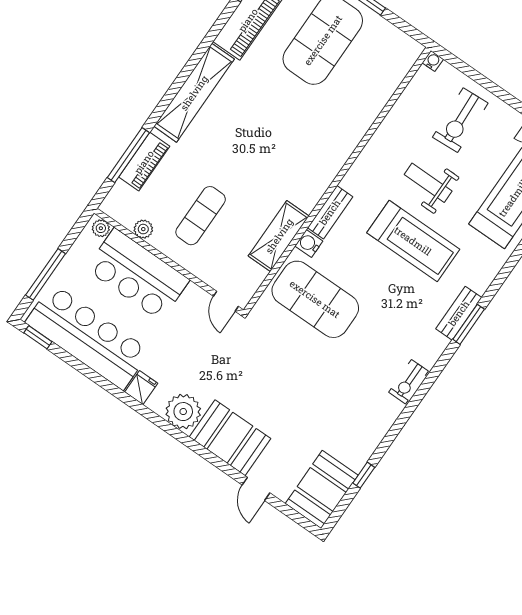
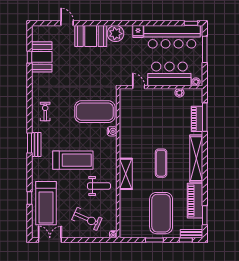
exercise bike: (460, 120) -> (87, 219), turned 117
weight bench: (428, 183) -> (99, 186), moved
bench: (330, 212) -> (112, 149), removed
exercise mat: (201, 216) -> (161, 163), moved
shelving: (279, 236) -> (126, 174), moved
treadmill: (413, 241) -> (73, 160), turned 180
door: (226, 301) -> (139, 87), moved
exercise bike: (409, 382) -> (45, 111), moved
booth: (322, 489) -> (42, 57), moved

